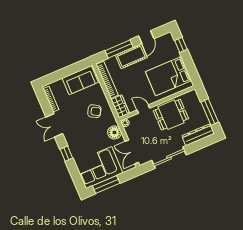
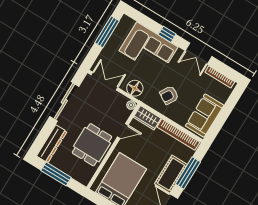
double door: (54, 125) -> (199, 54), swing flipped
corner sofa: (99, 168) -> (149, 49), moved, turned 90

